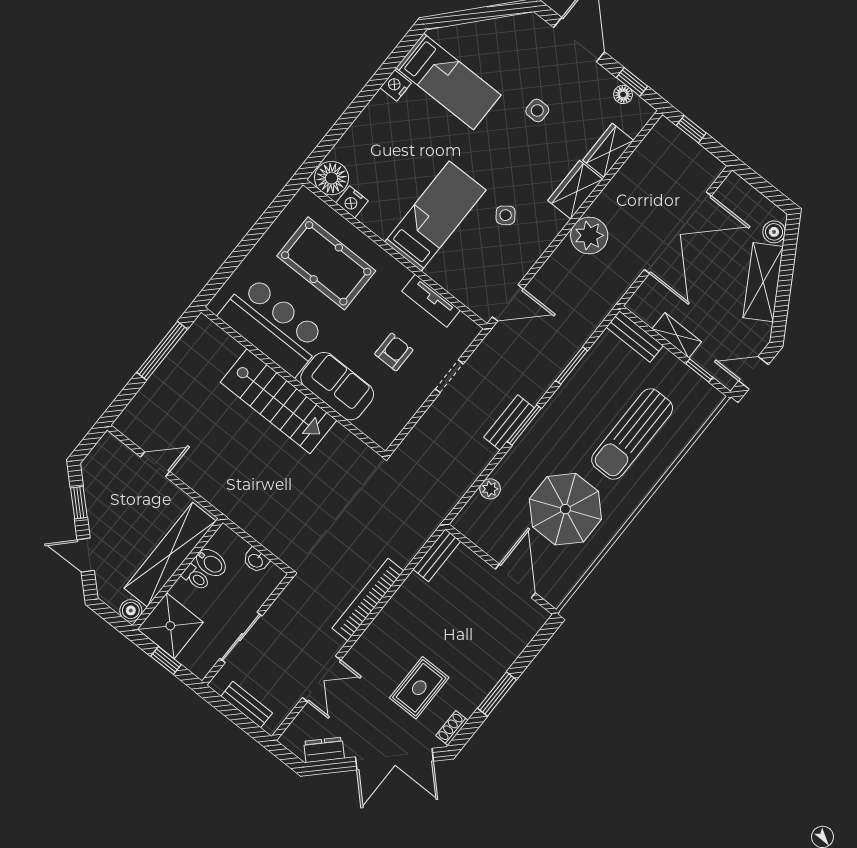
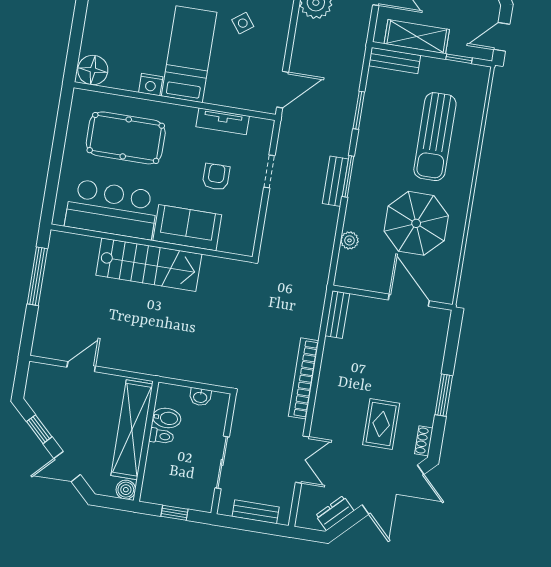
nightstand: (352, 202) -> (151, 85), moved
shelving: (677, 335) -> (417, 37), width x1.50, depth x1.33
shower: (170, 626) -> (163, 484), removed

